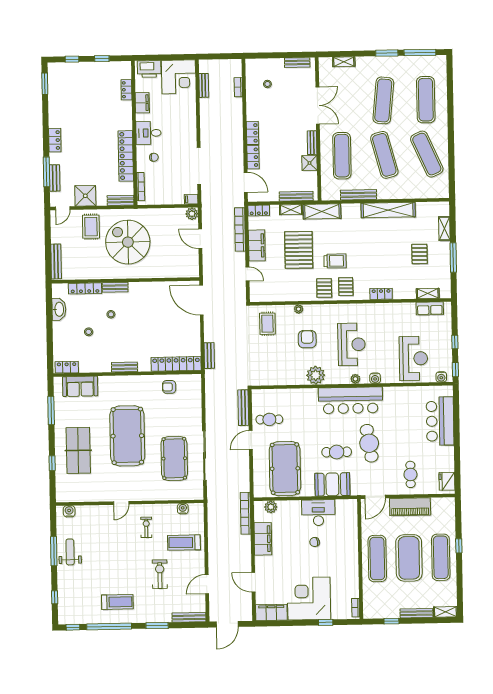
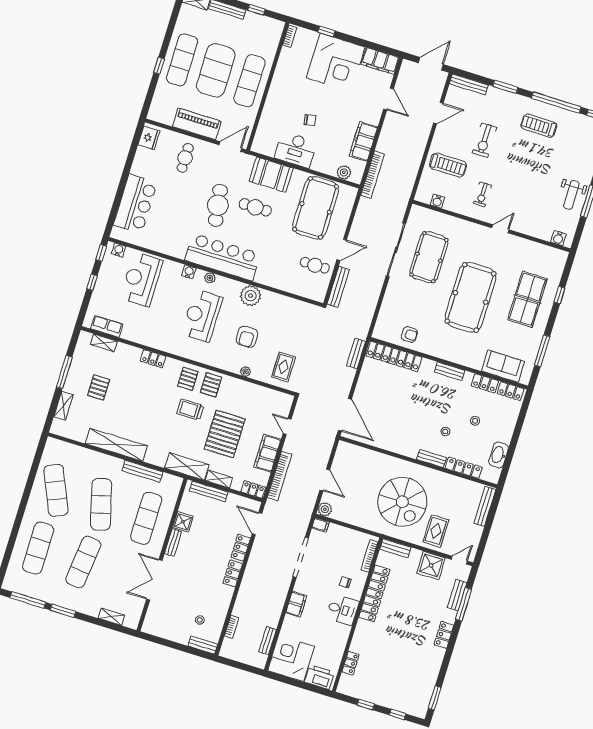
bench: (297, 63) -> (203, 645), moved
filing cabinet: (142, 103) -> (296, 604), moved, turned 180
locker: (91, 367) -> (485, 383), added

